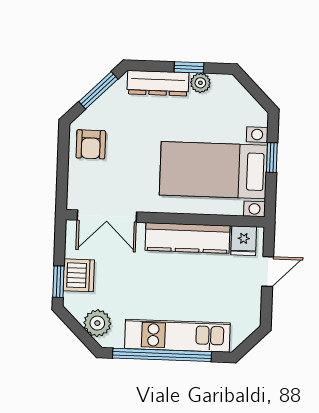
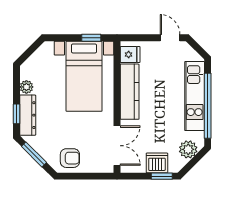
window: (189, 67) -> (17, 114), moved
window: (272, 158) -> (91, 38), moved
door: (268, 271) -> (170, 38), moved

